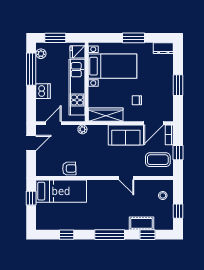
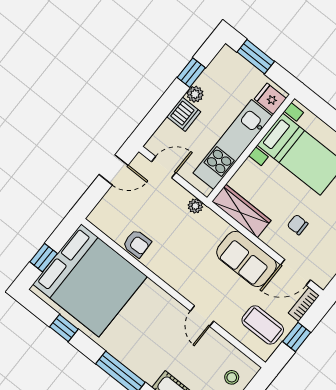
plant: (41, 54) -> (195, 94), moved
window: (31, 69) -> (191, 73), width x0.46
bed: (61, 191) -> (90, 280), width x2.04
window: (31, 198) -> (44, 258), moved

